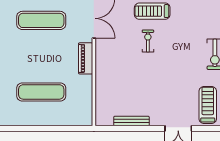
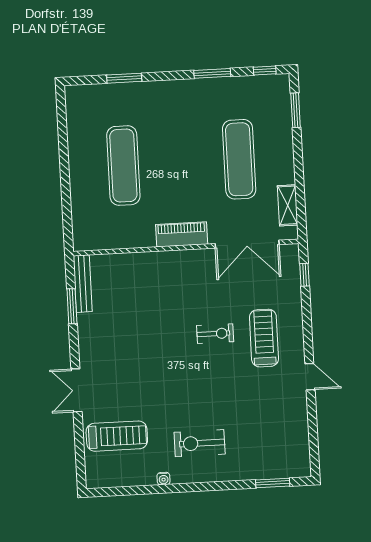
bench: (131, 121) -> (83, 284), moved
window: (126, 128) -> (72, 306), added

